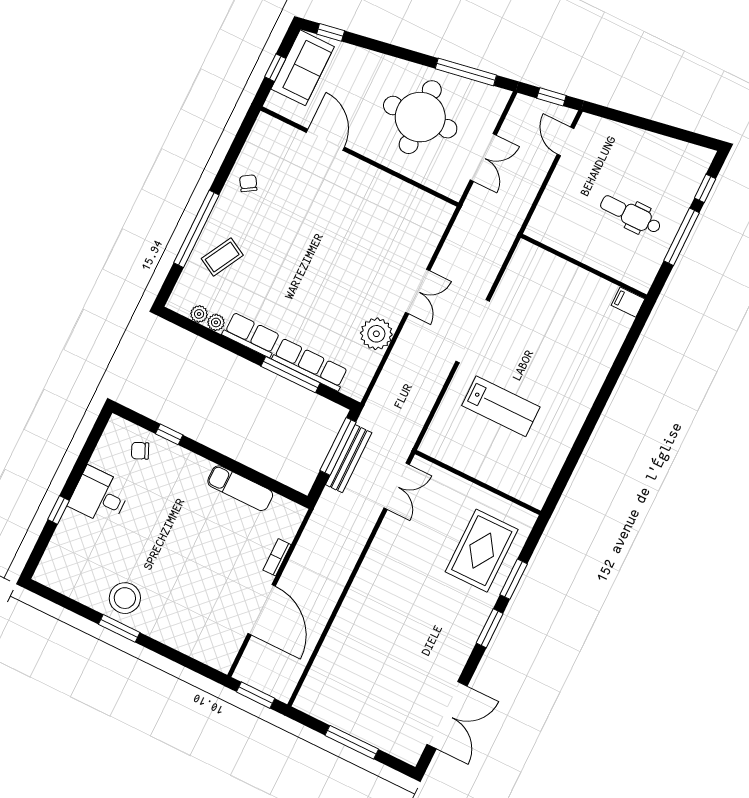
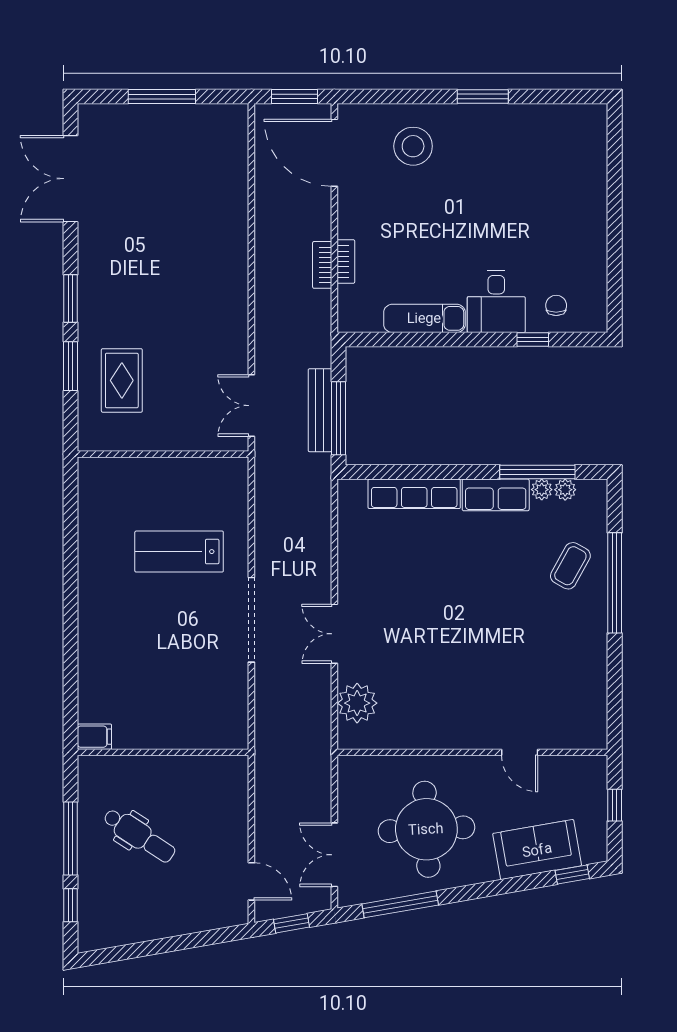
sofa: (303, 68) -> (537, 850), moved, turned 80
door: (325, 140) -> (520, 752), width x0.73
double door: (483, 158) -> (334, 855), moved
chair: (248, 183) -> (582, 662), removed
dental chair: (631, 215) -> (139, 835), turned 33
plant: (376, 334) -> (357, 703), moved
window: (291, 375) -> (537, 472), moved
chair: (140, 451) -> (556, 305), turned -66
desk: (100, 496) -> (496, 302), moved, turned 90
window: (59, 510) -> (615, 195), removed
rug: (482, 551) -> (122, 380), width x0.73, depth x0.70
bookcase: (295, 563) -> (322, 265), added
stool: (125, 598) -> (413, 146), moved
door: (262, 610) -> (334, 153), moved

